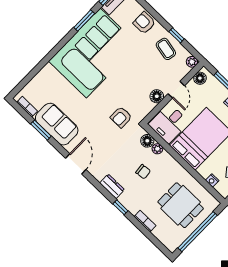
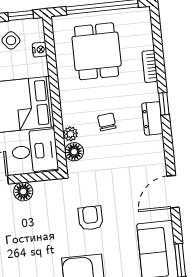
armchair: (121, 117) -> (91, 218), moved, turned -91
dresser: (112, 186) -> (152, 118), moved

